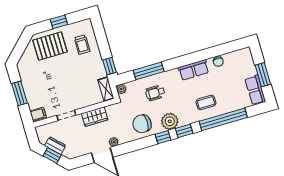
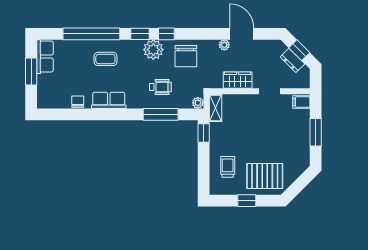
chair: (142, 124) -> (186, 56), turned 90

